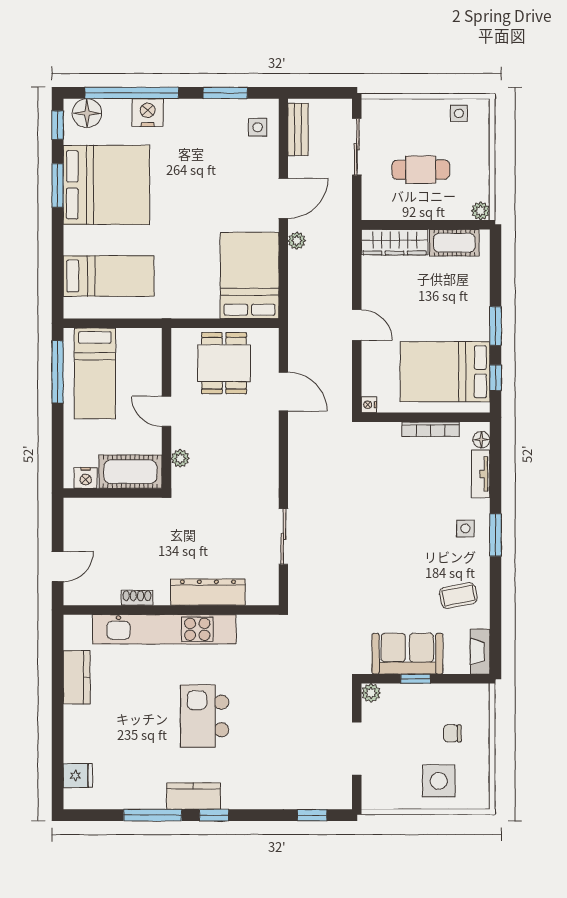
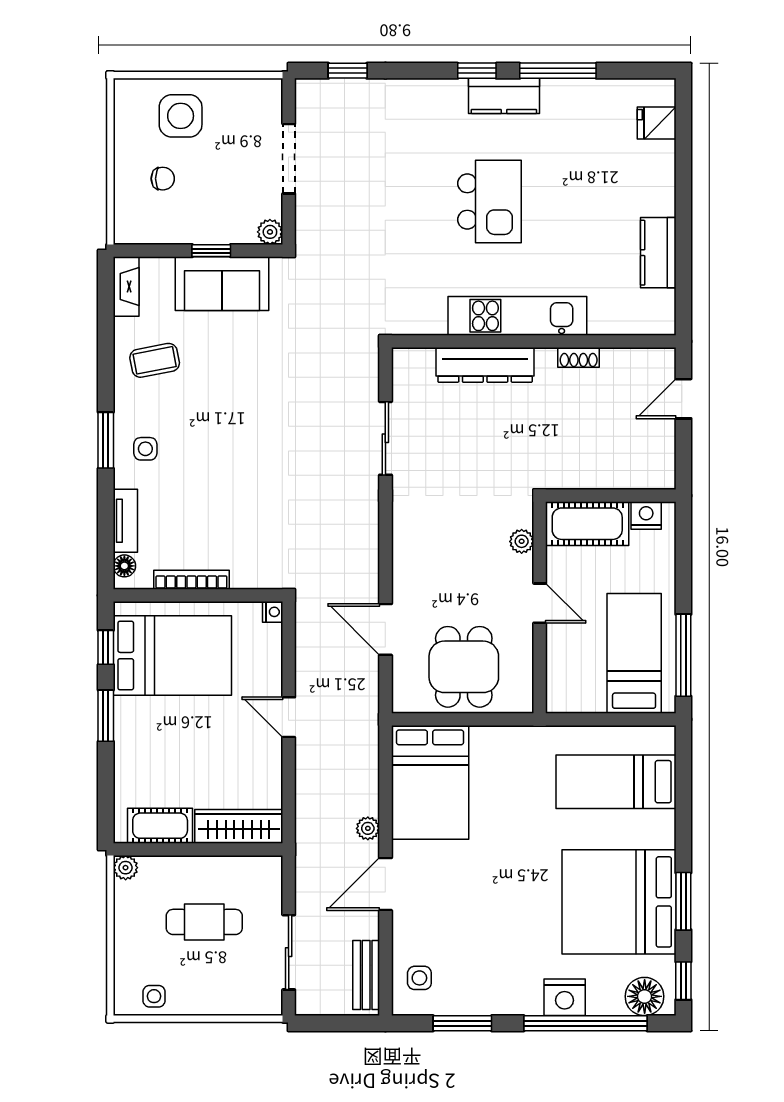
kitchen unit: (164, 629) -> (517, 316), width x0.73

